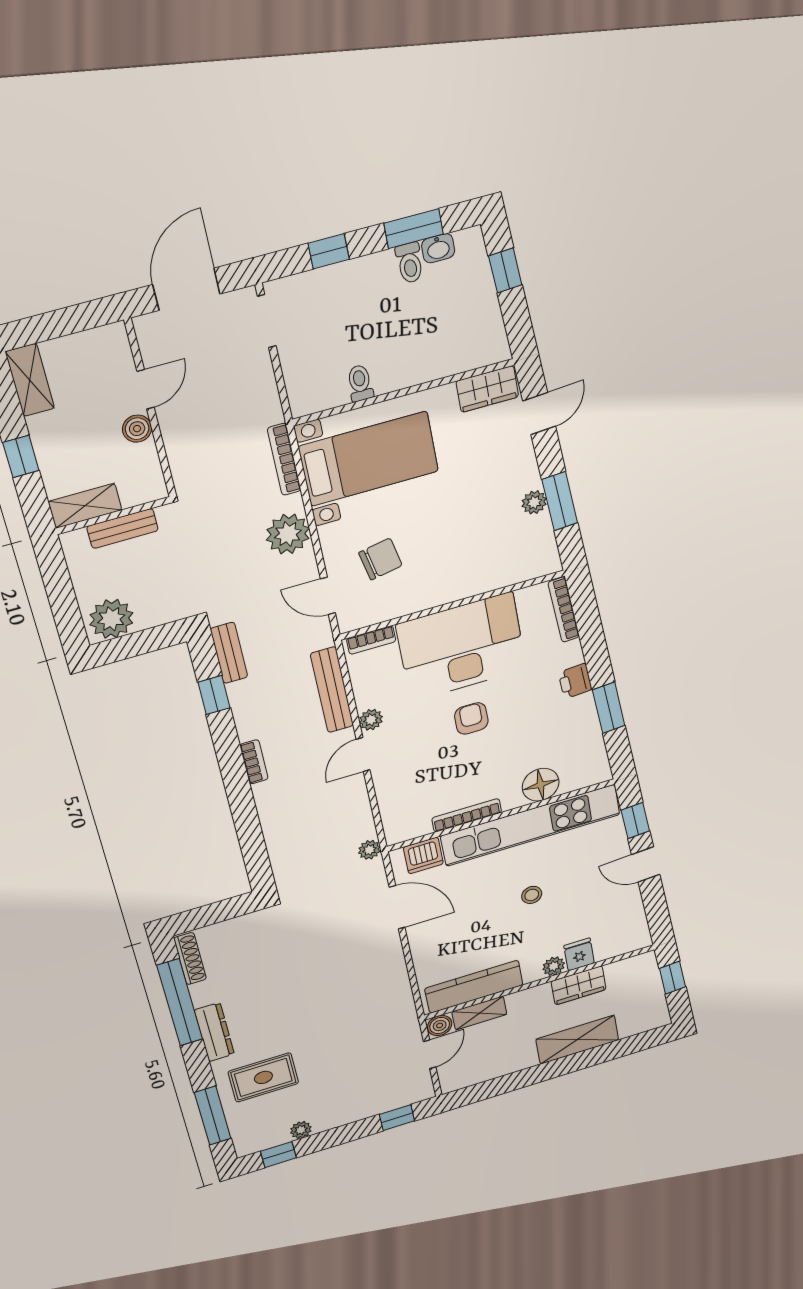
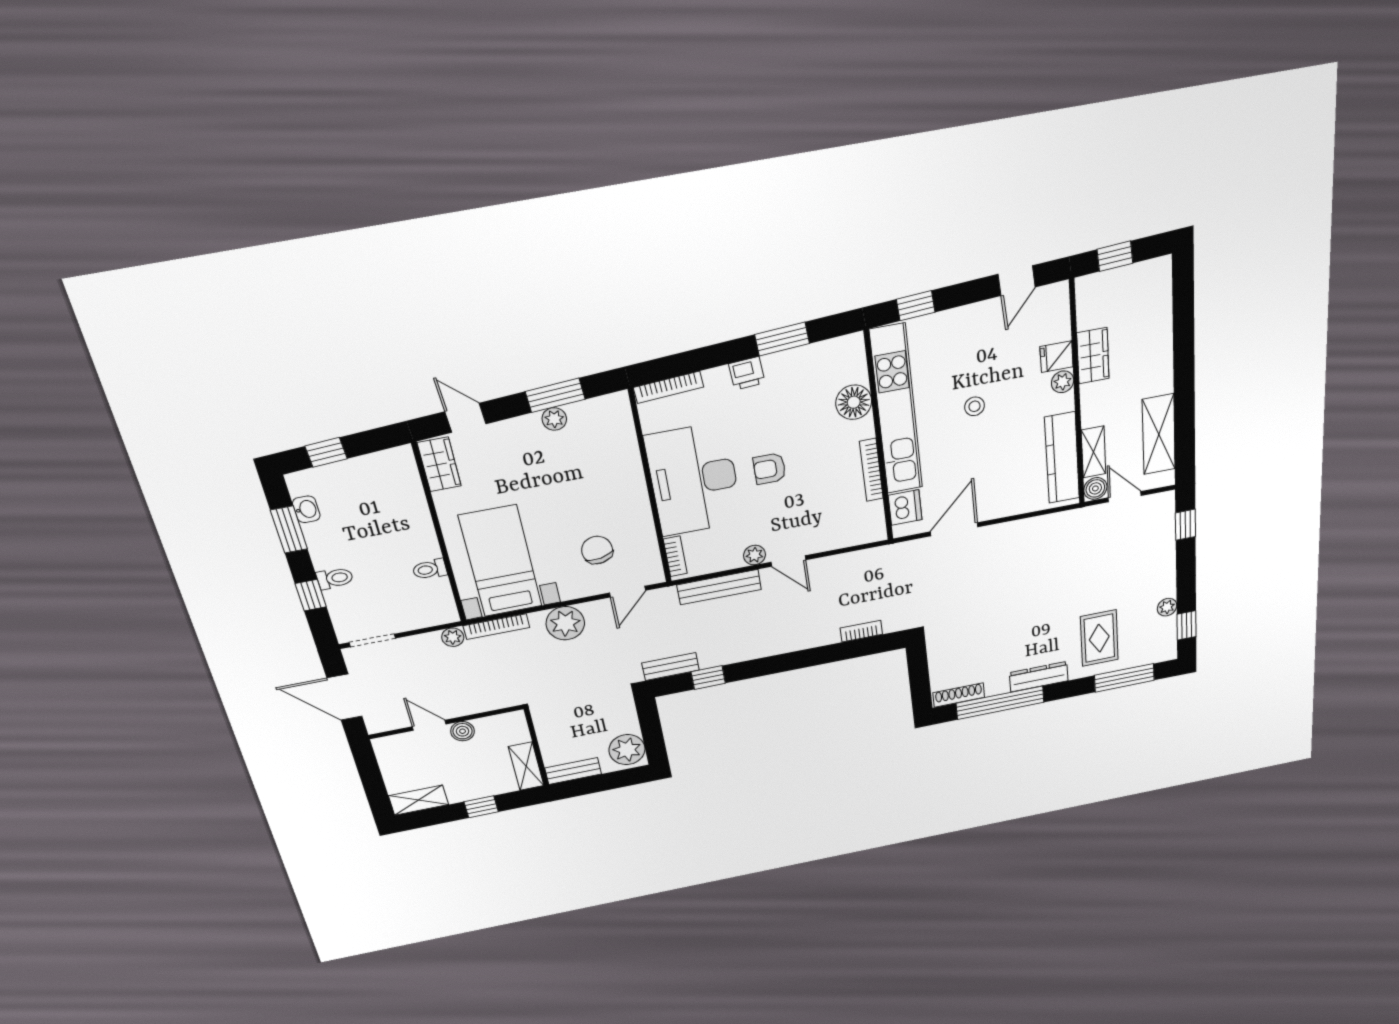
toilet: (410, 263) -> (335, 578), moved
bench: (123, 528) -> (573, 771), moved, turned 90
bookcase: (254, 762) -> (861, 631), moved
plant: (369, 850) -> (453, 637), moved
door: (646, 865) -> (1017, 281), moved
shelving: (577, 1040) -> (1159, 434), moved

